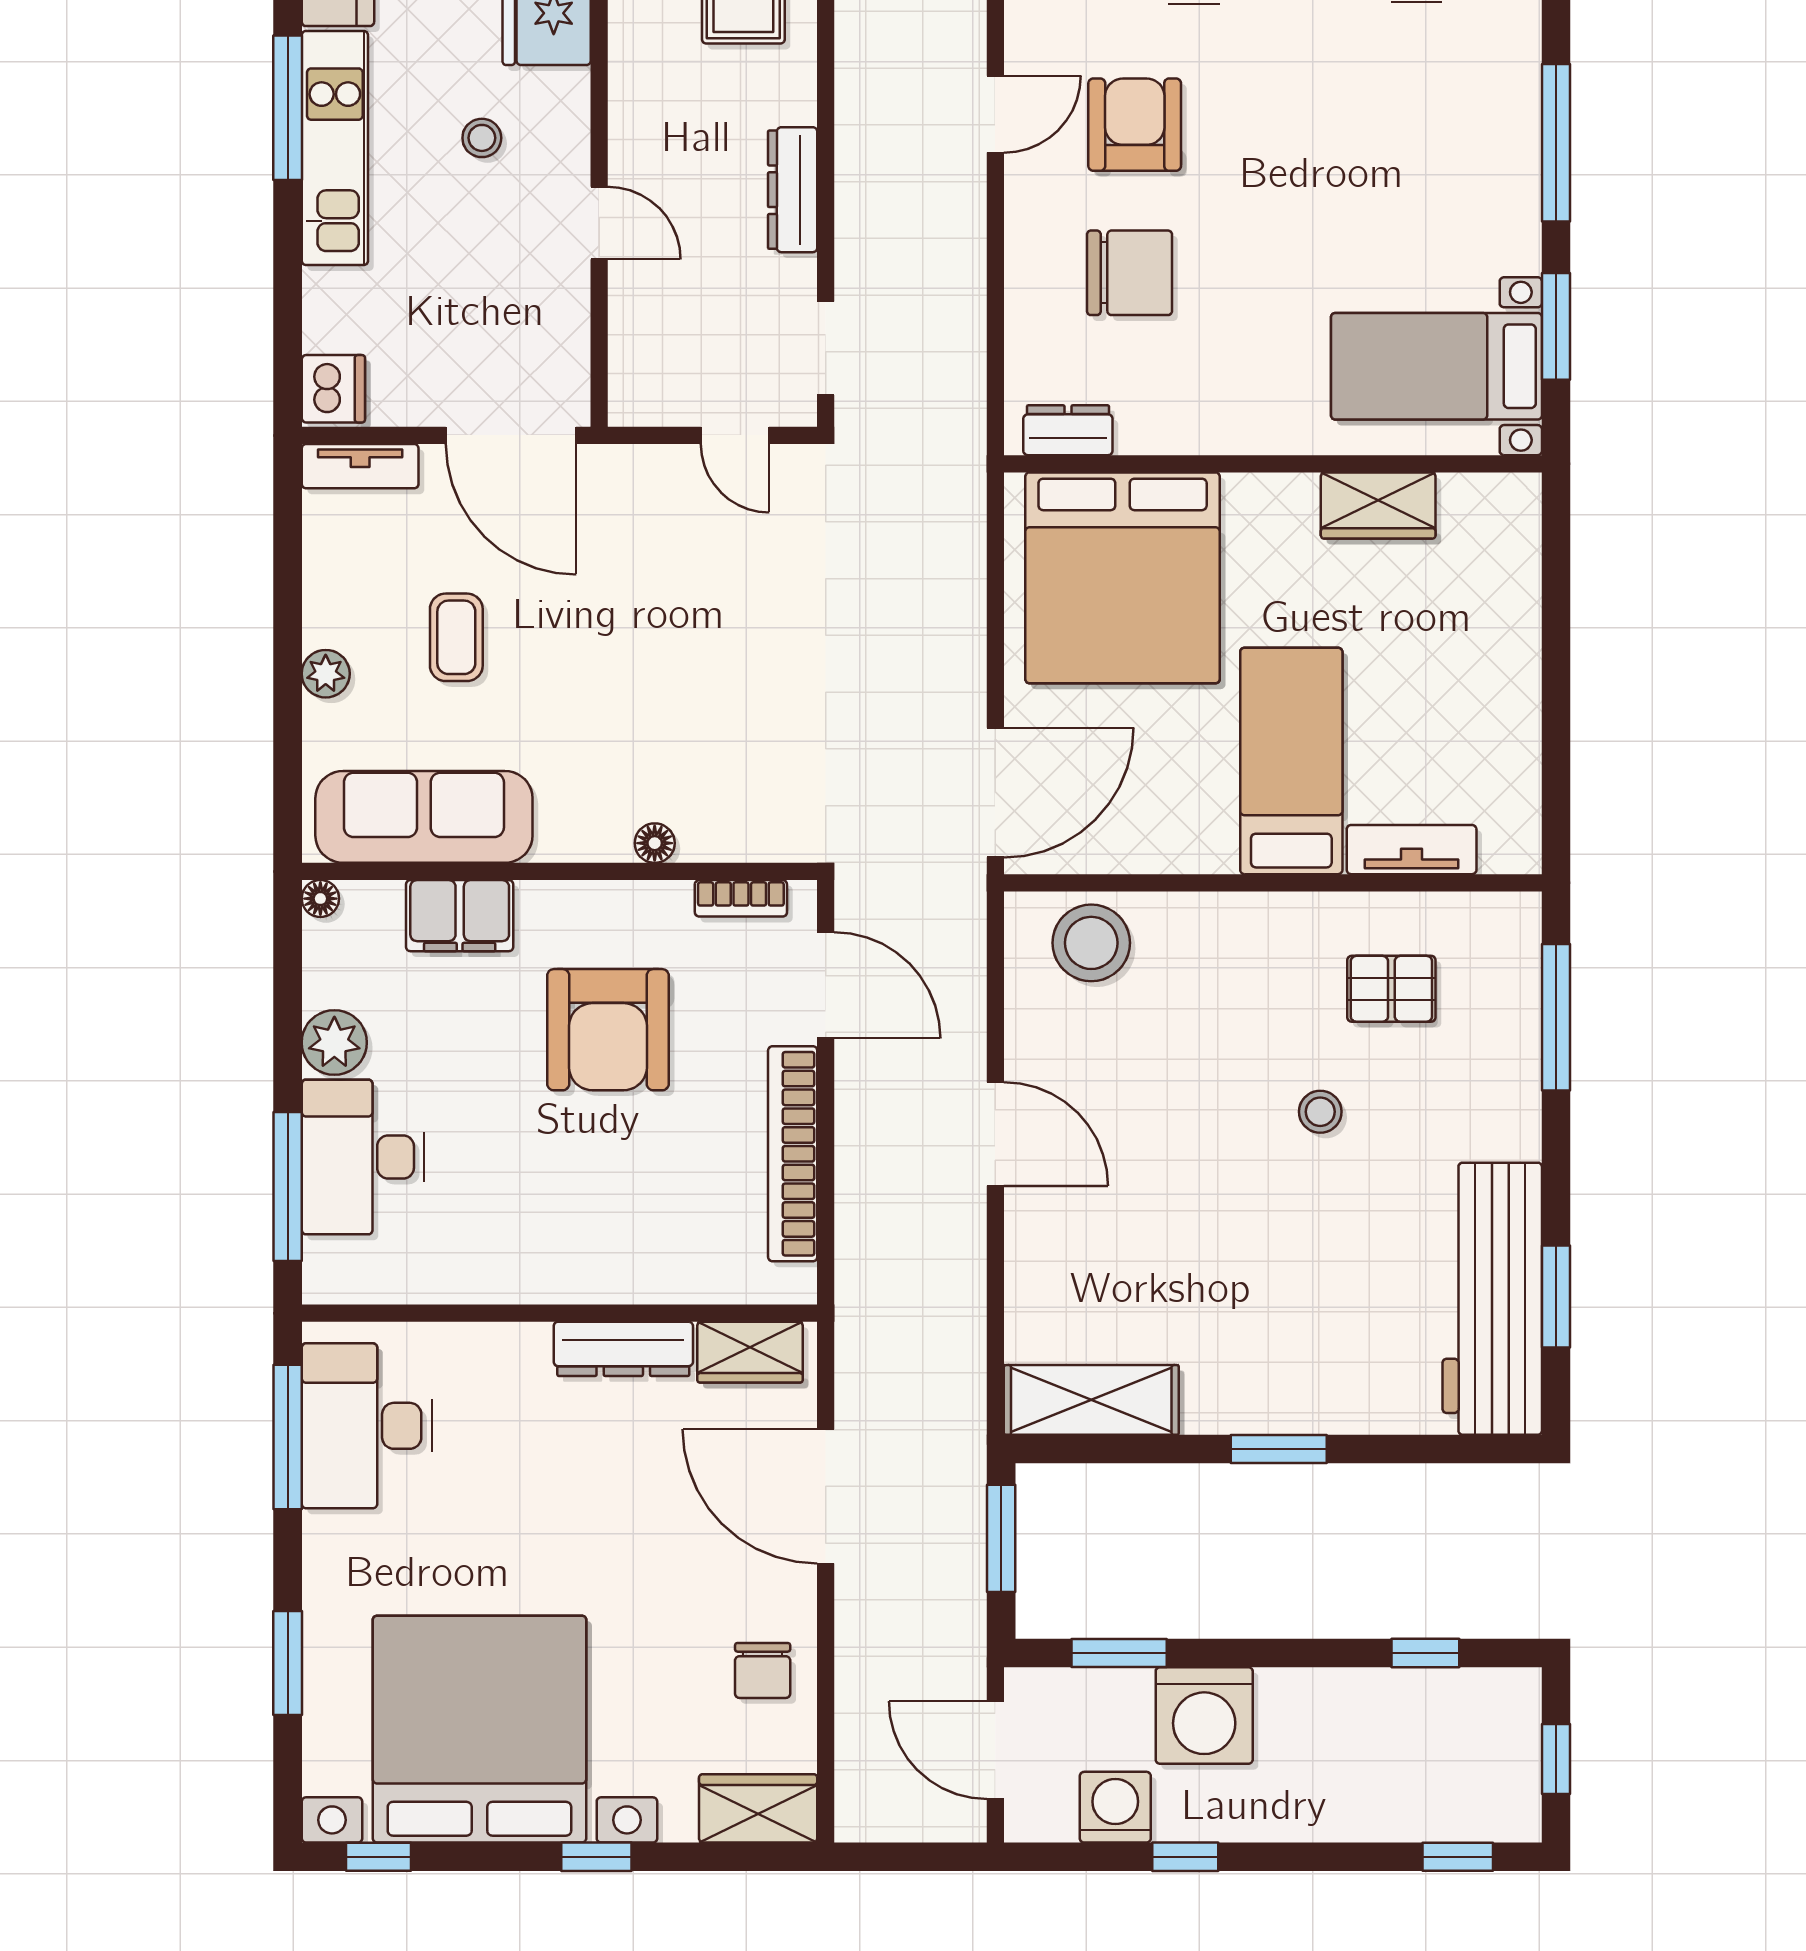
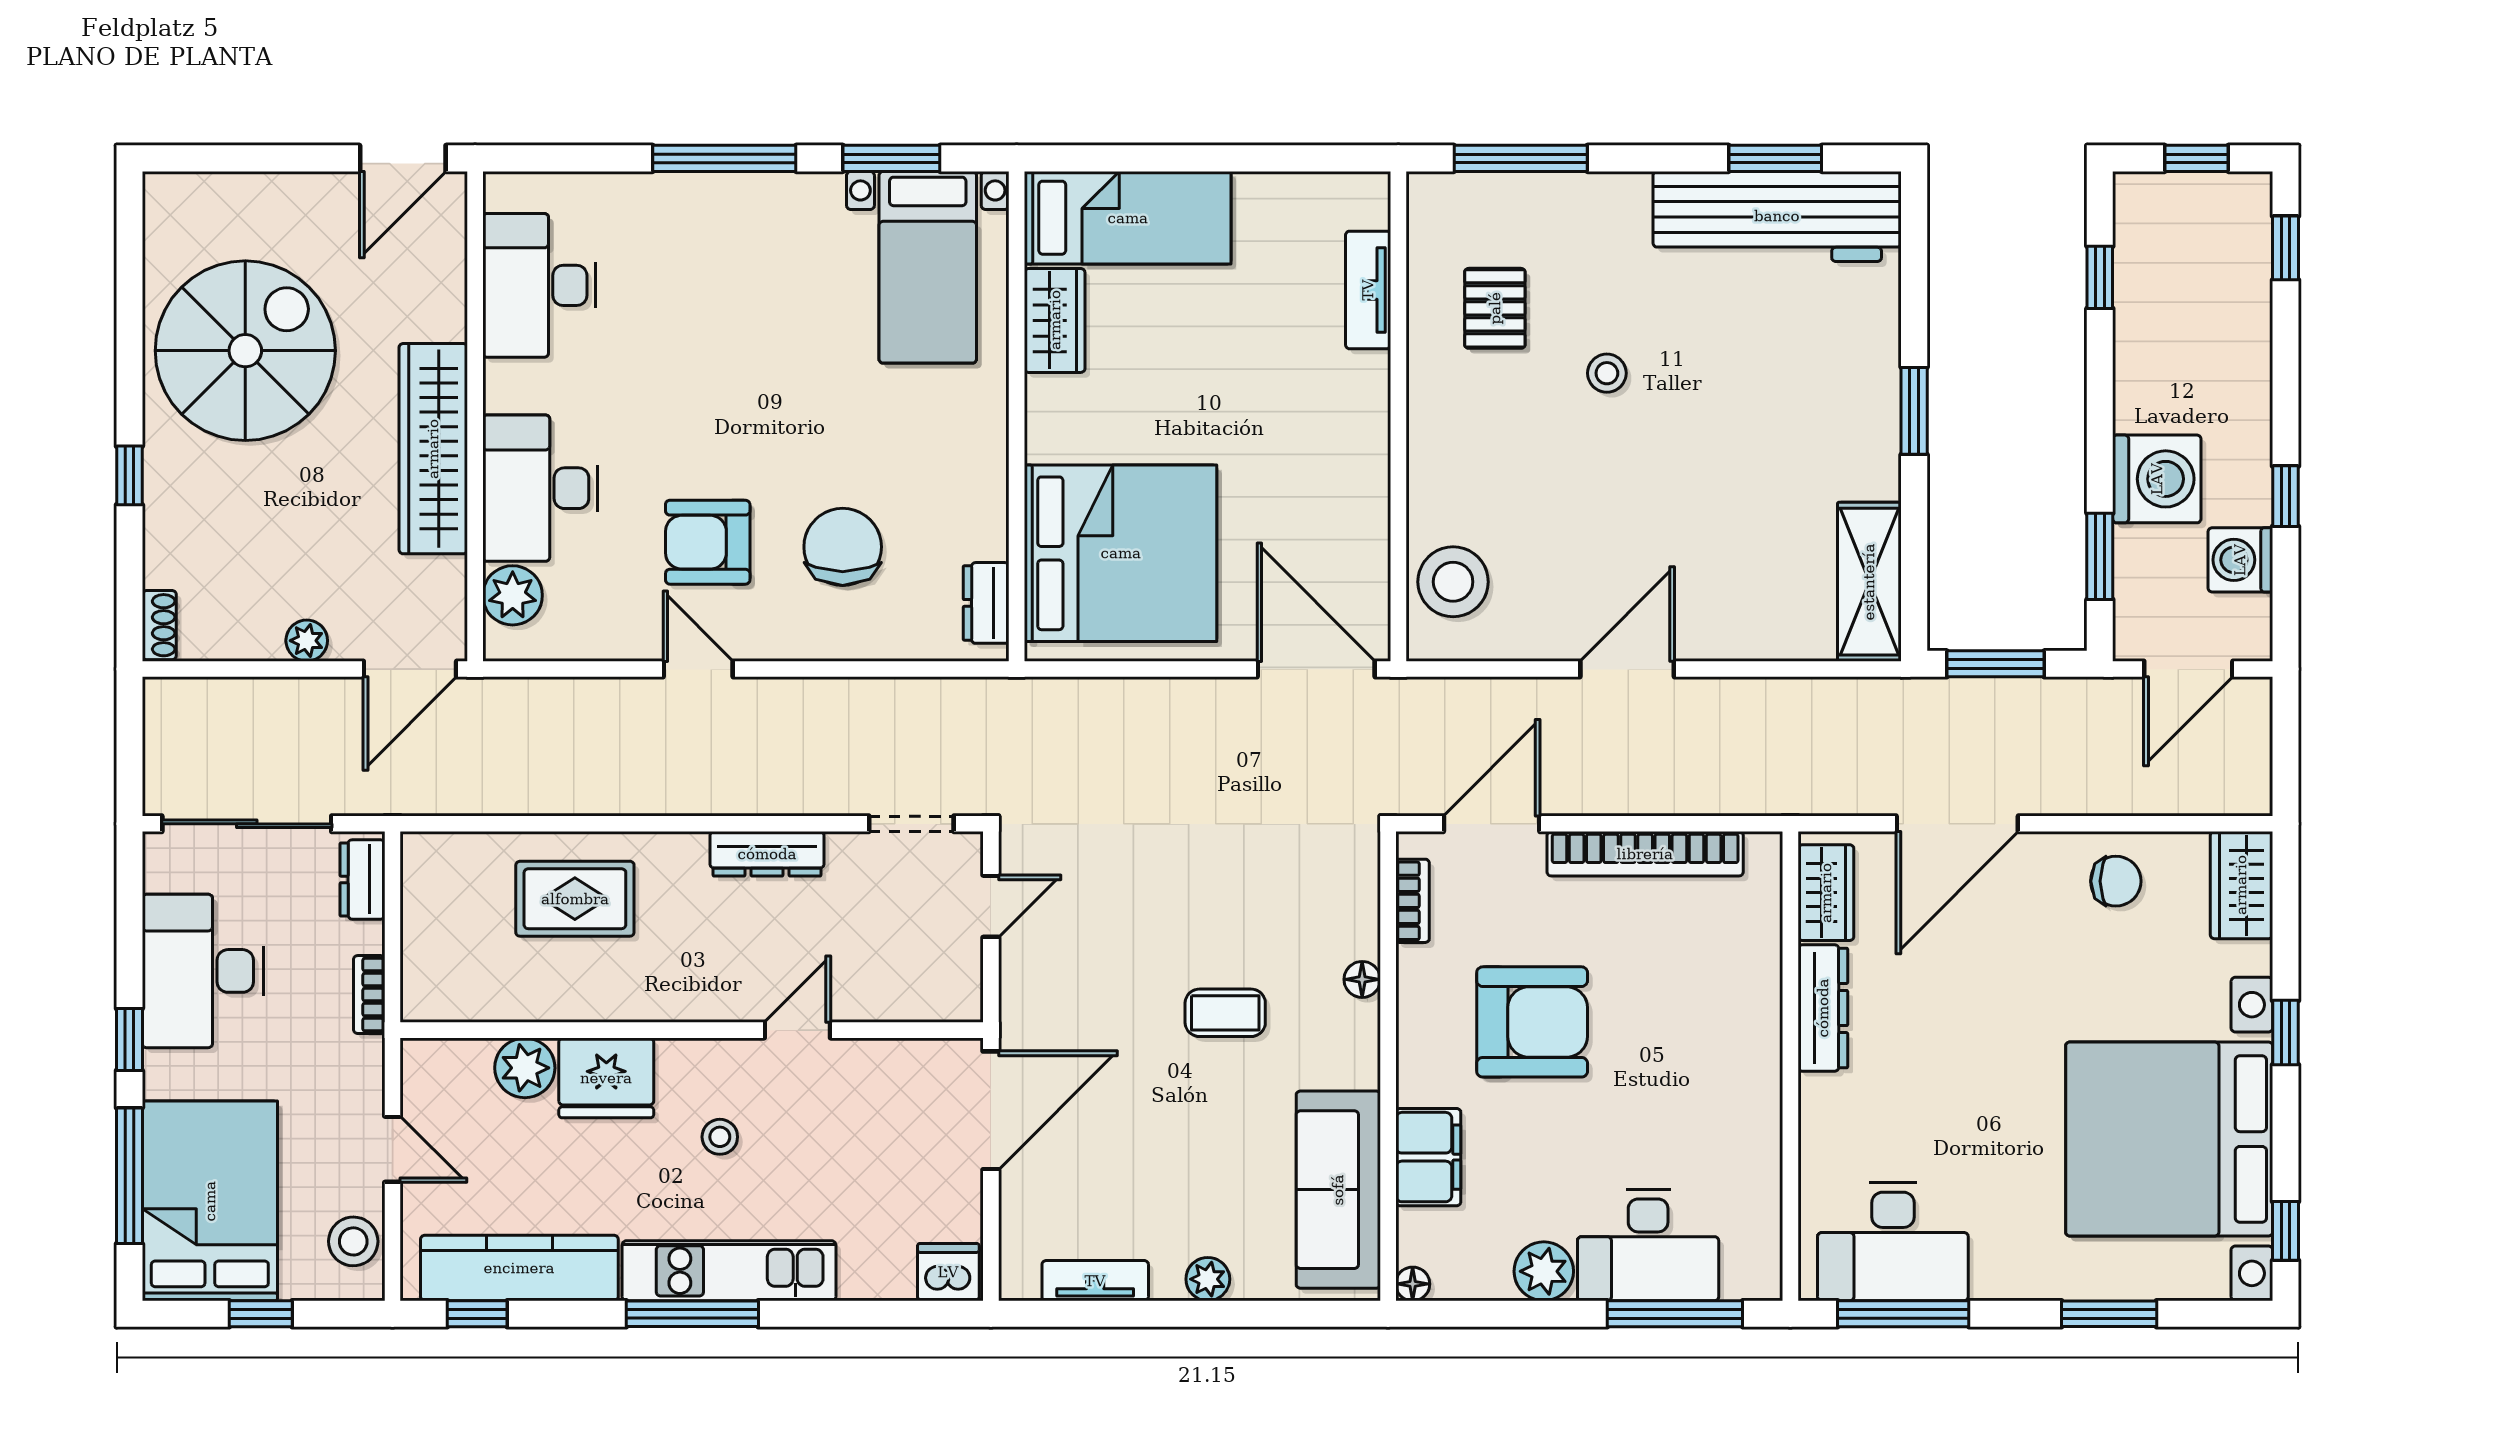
tv unit: (360, 466) -> (1095, 1281), moved, turned -90
coffee table: (456, 637) -> (1225, 1013), moved
bed: (1291, 761) -> (1128, 218), moved, turned 180

